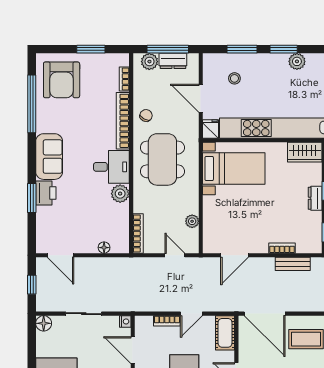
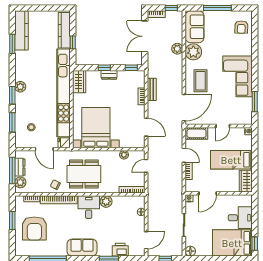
armchair: (62, 80) -> (34, 229), moved, turned 90
door: (201, 98) -> (44, 149), hinge flipped
bed with nightstands: (234, 168) -> (96, 128), width x1.36
printer: (46, 193) -> (120, 250), moved

